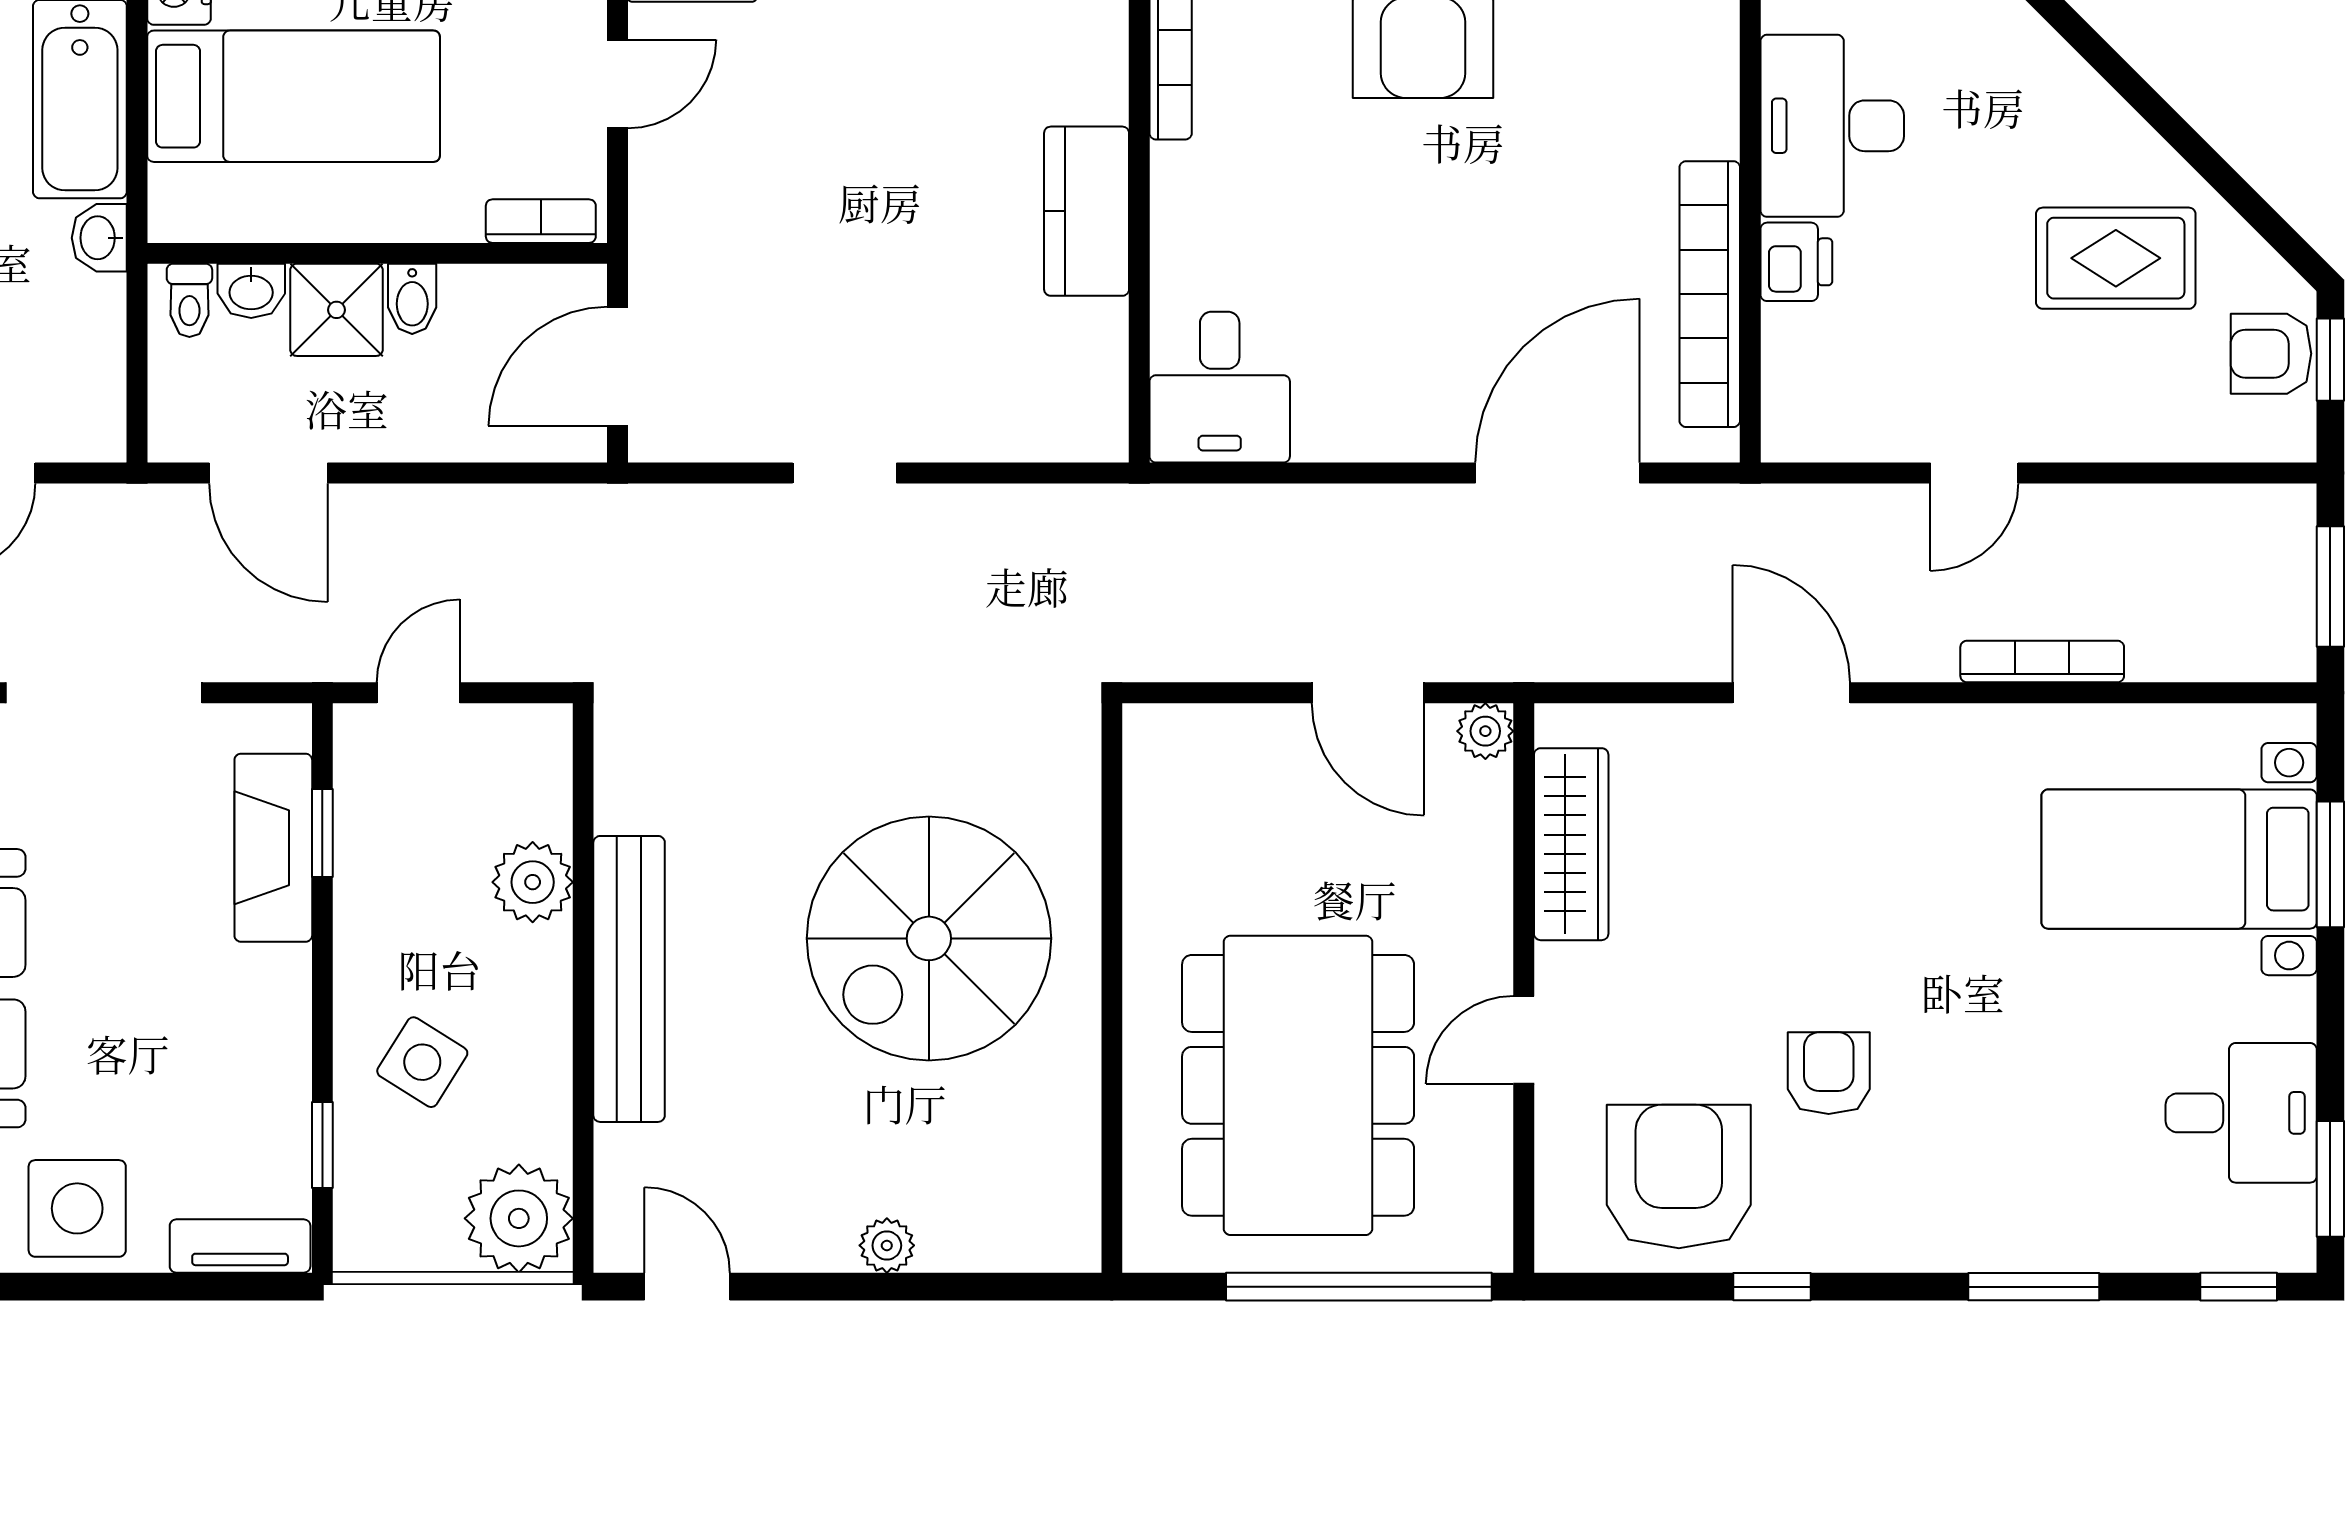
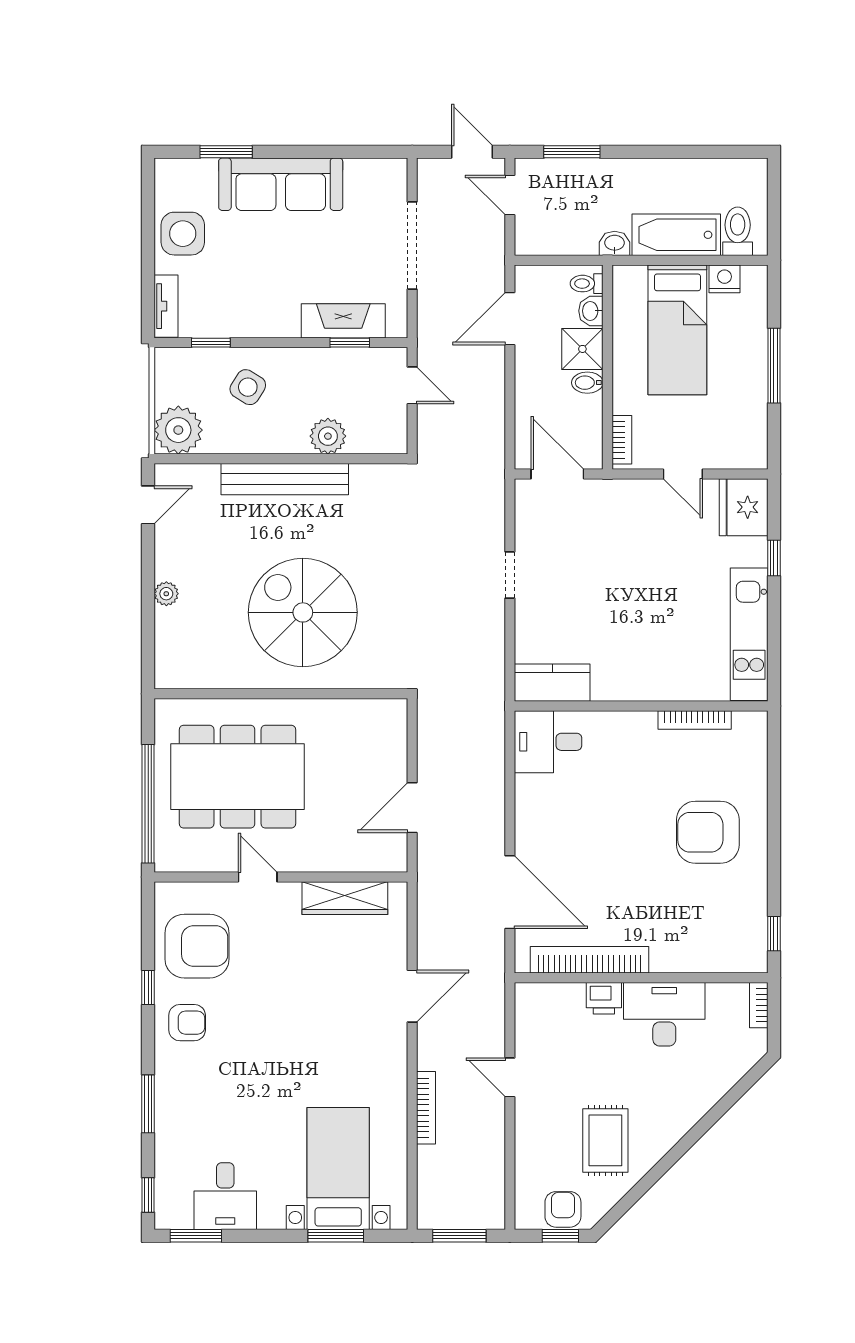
kitchen counter: (1087, 211) -> (552, 683), moved
plant: (1485, 731) -> (395, 860), removed
armchair: (1829, 1073) -> (187, 1023), moved

